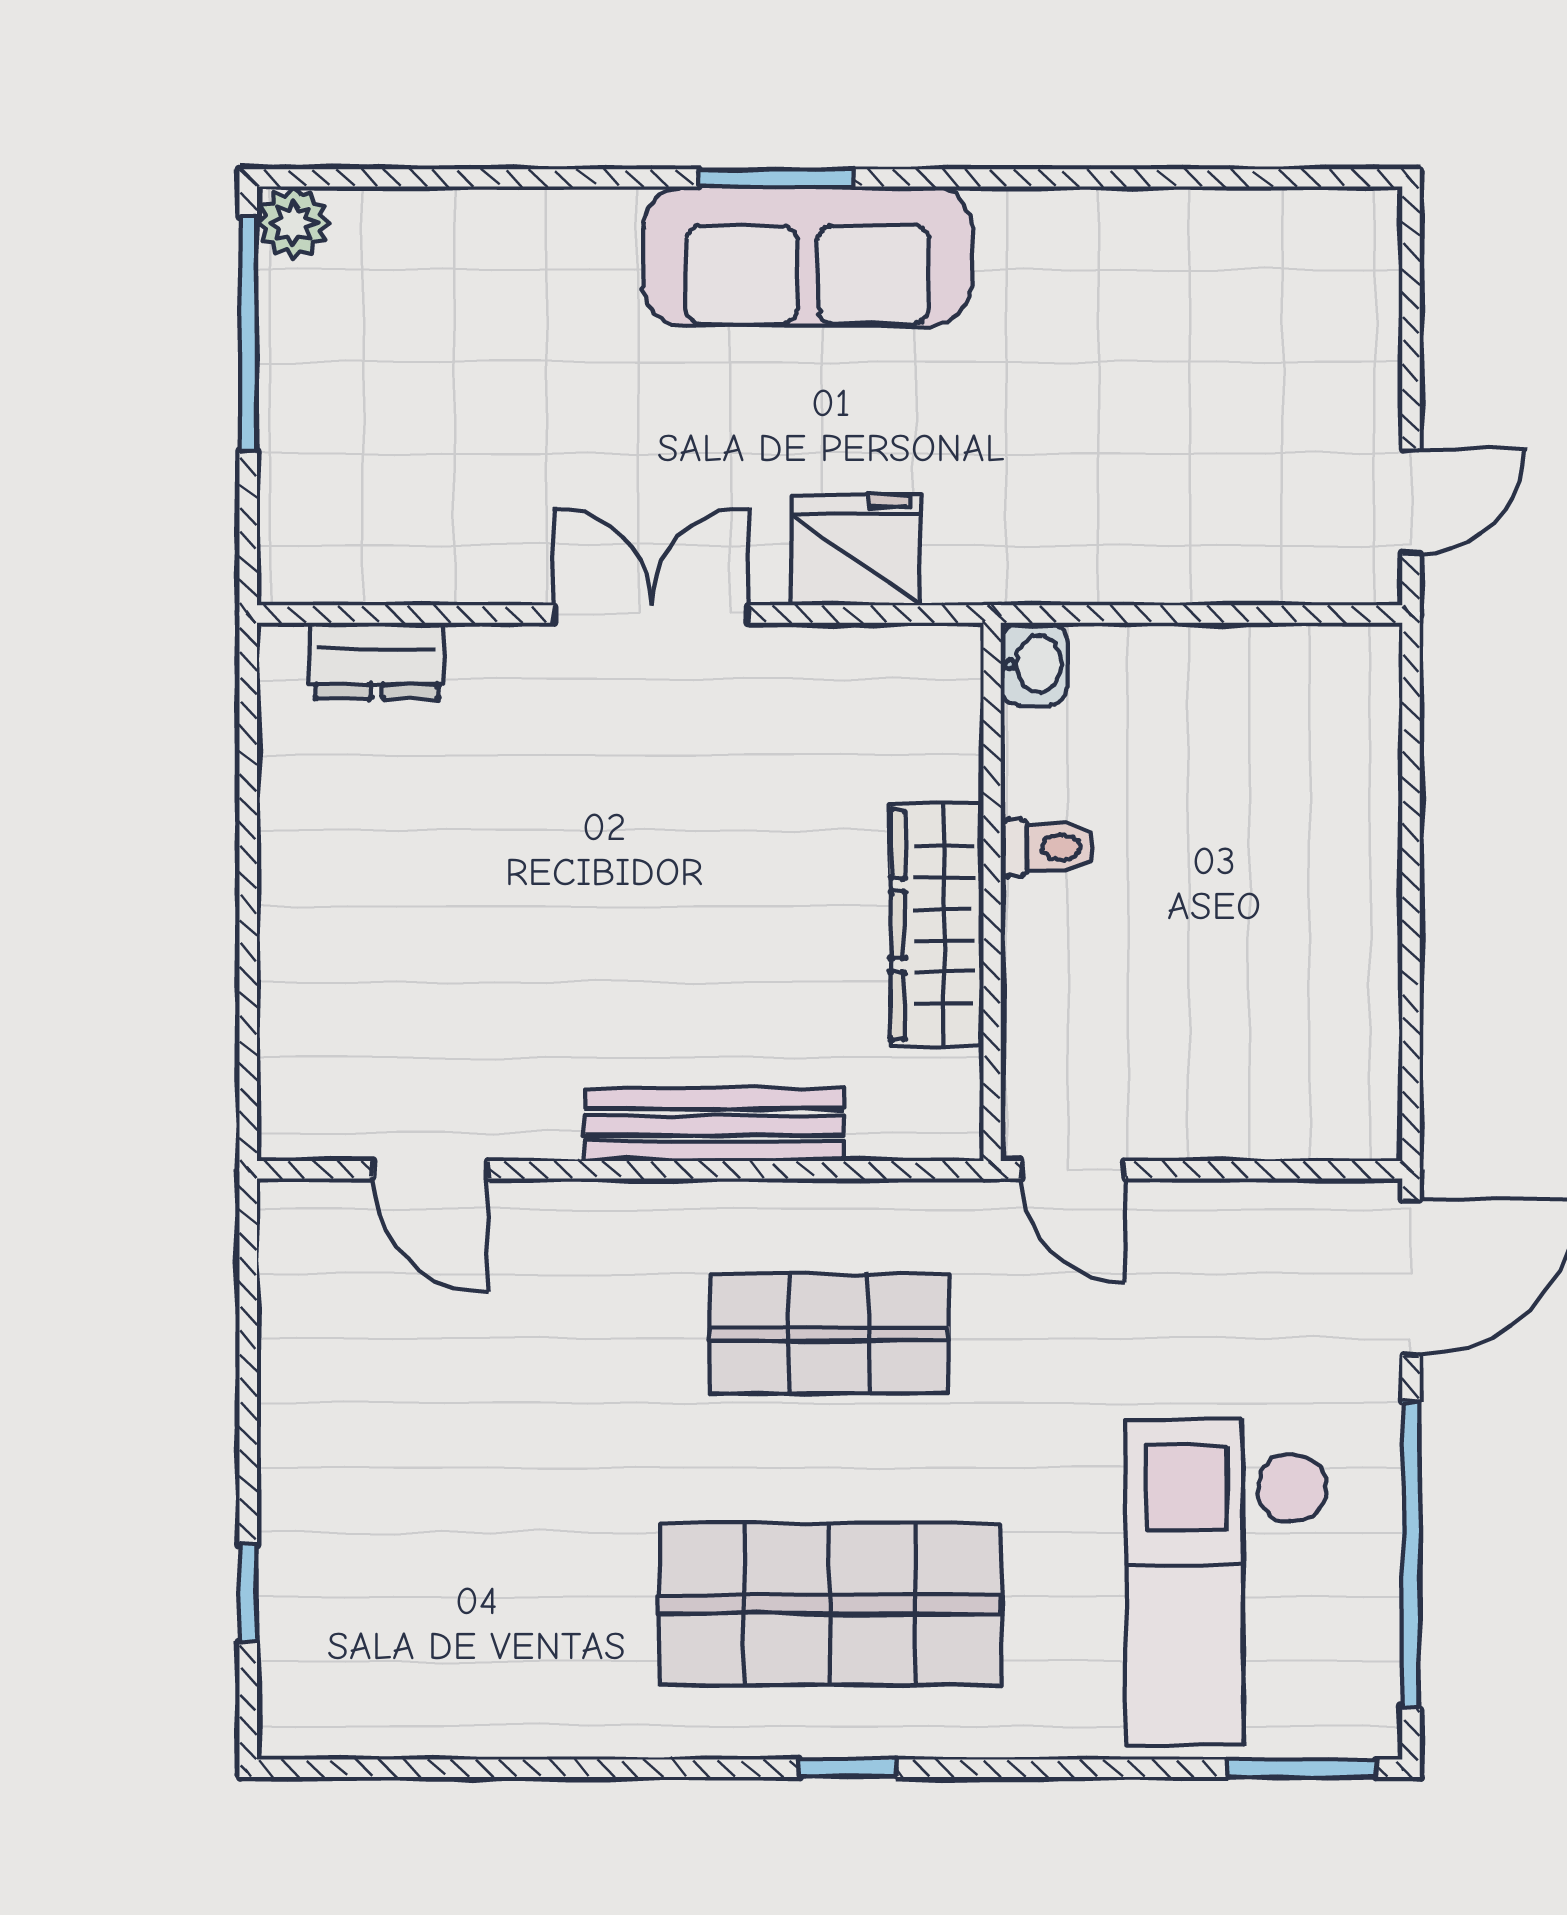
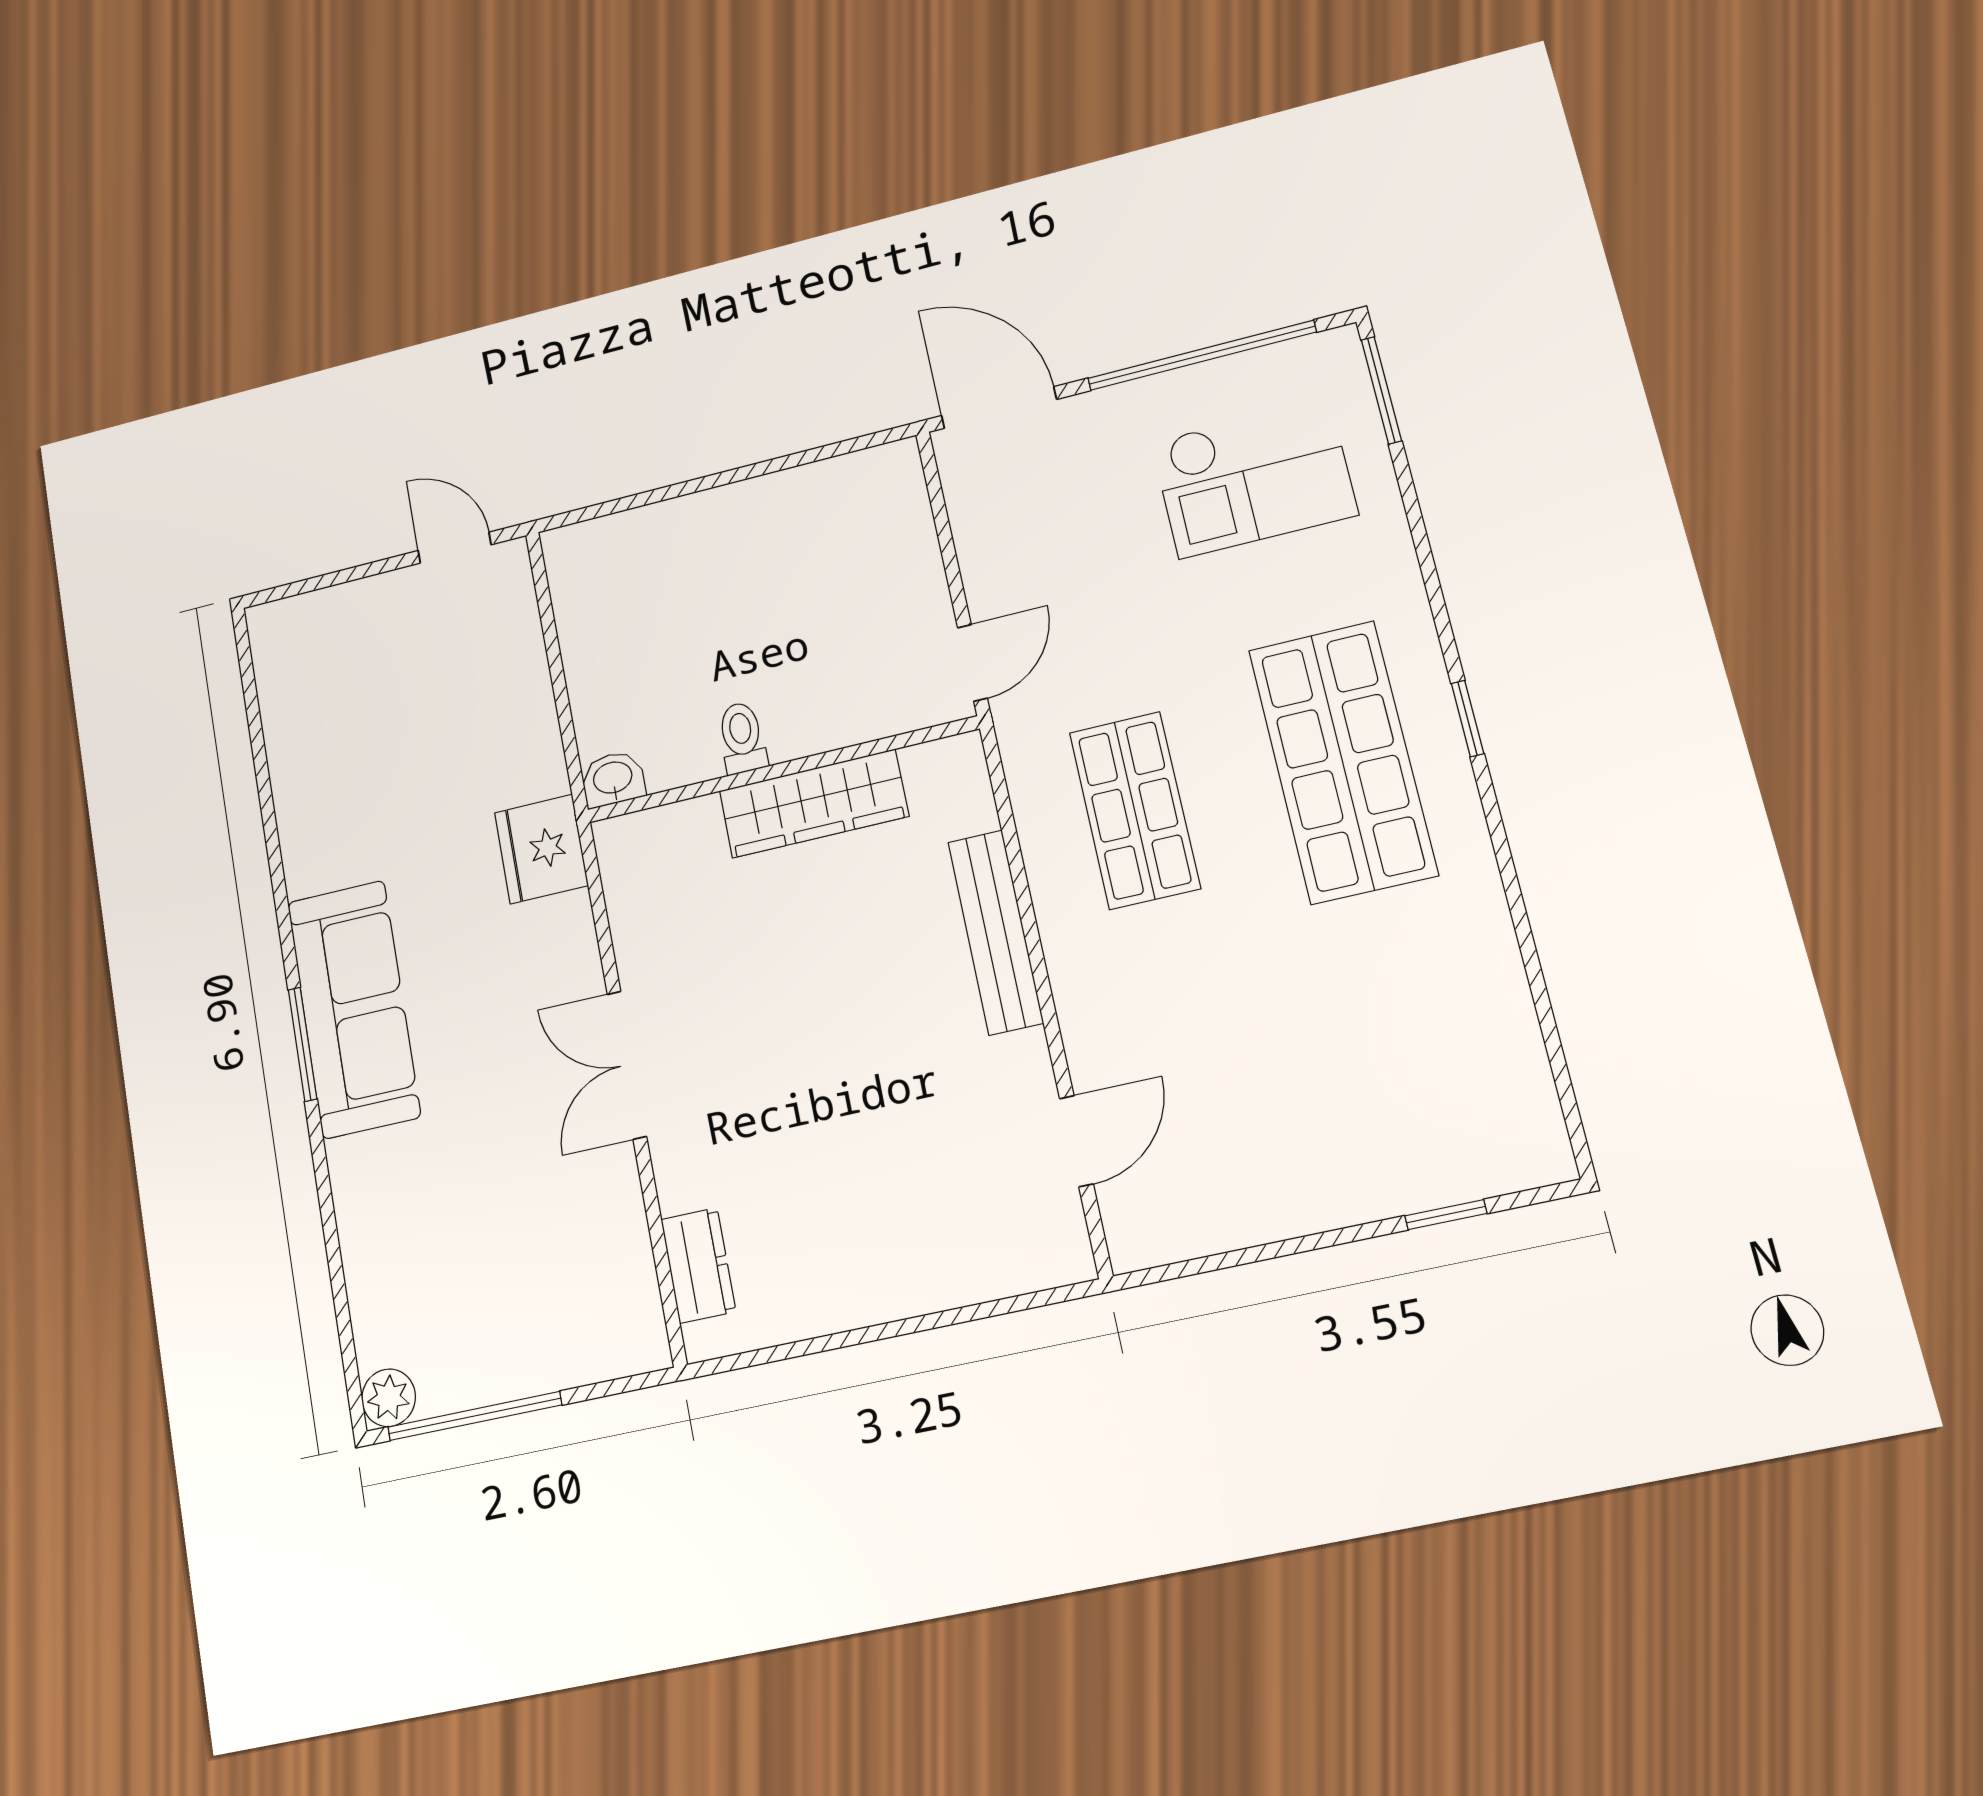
fridge: (856, 550) -> (541, 849), moved
checkout: (1227, 1582) -> (1254, 478), width x0.73, depth x0.83

